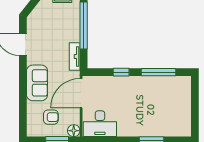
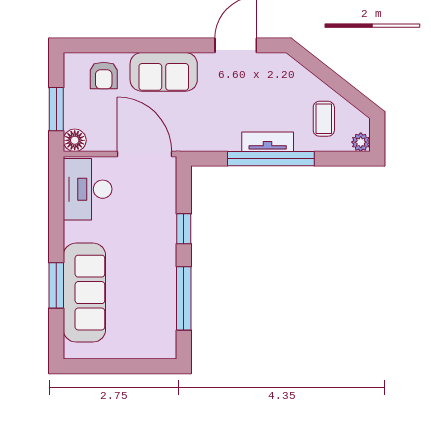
tv unit: (75, 56) -> (268, 142), moved
armchair: (51, 117) -> (104, 76), moved
sofa: (155, 125) -> (84, 293), added

